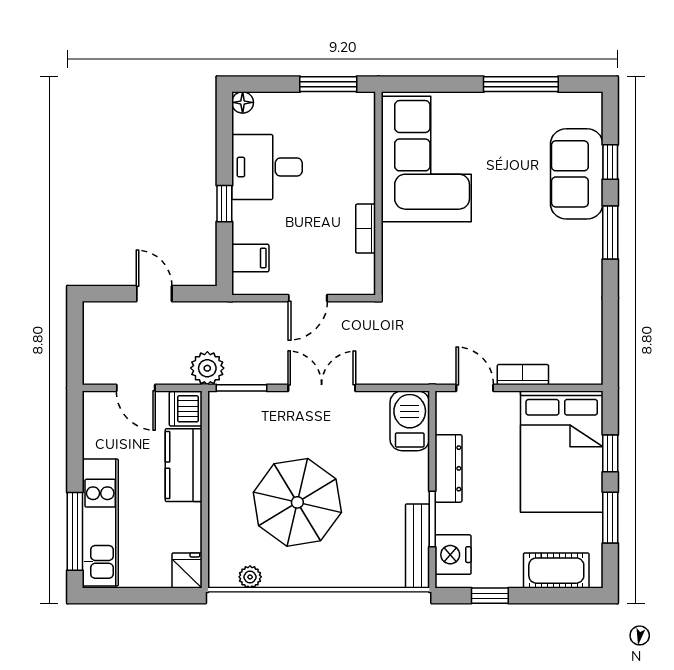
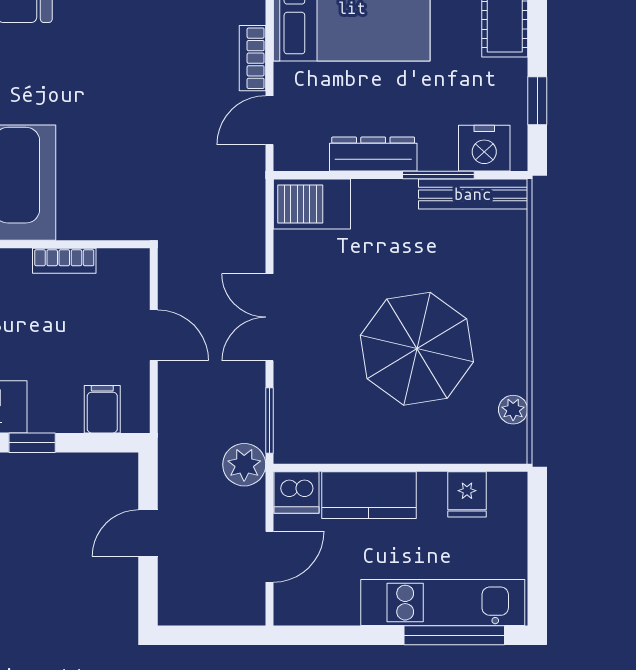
fridge: (187, 571) -> (467, 494), moved, turned -90

